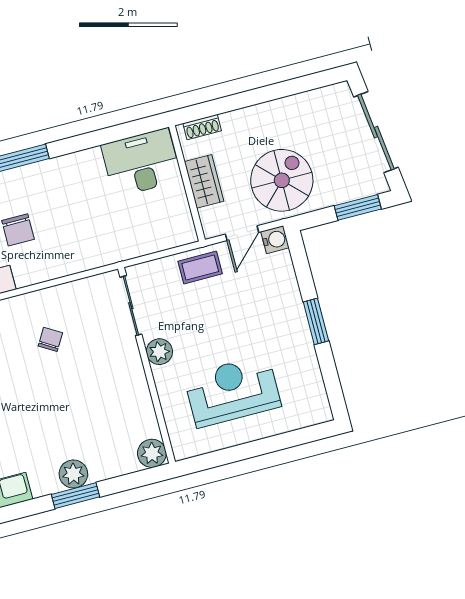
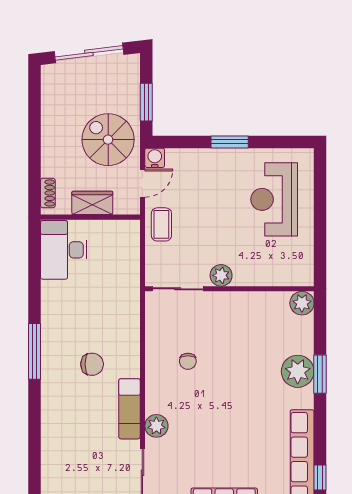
window: (358, 207) -> (146, 102), moved
door: (242, 233) -> (142, 183), hinge flipped
chair: (50, 339) -> (188, 361), turned -121
reception desk: (232, 391) -> (274, 199), moved
plant: (73, 474) -> (298, 371), width x1.36, depth x1.36

